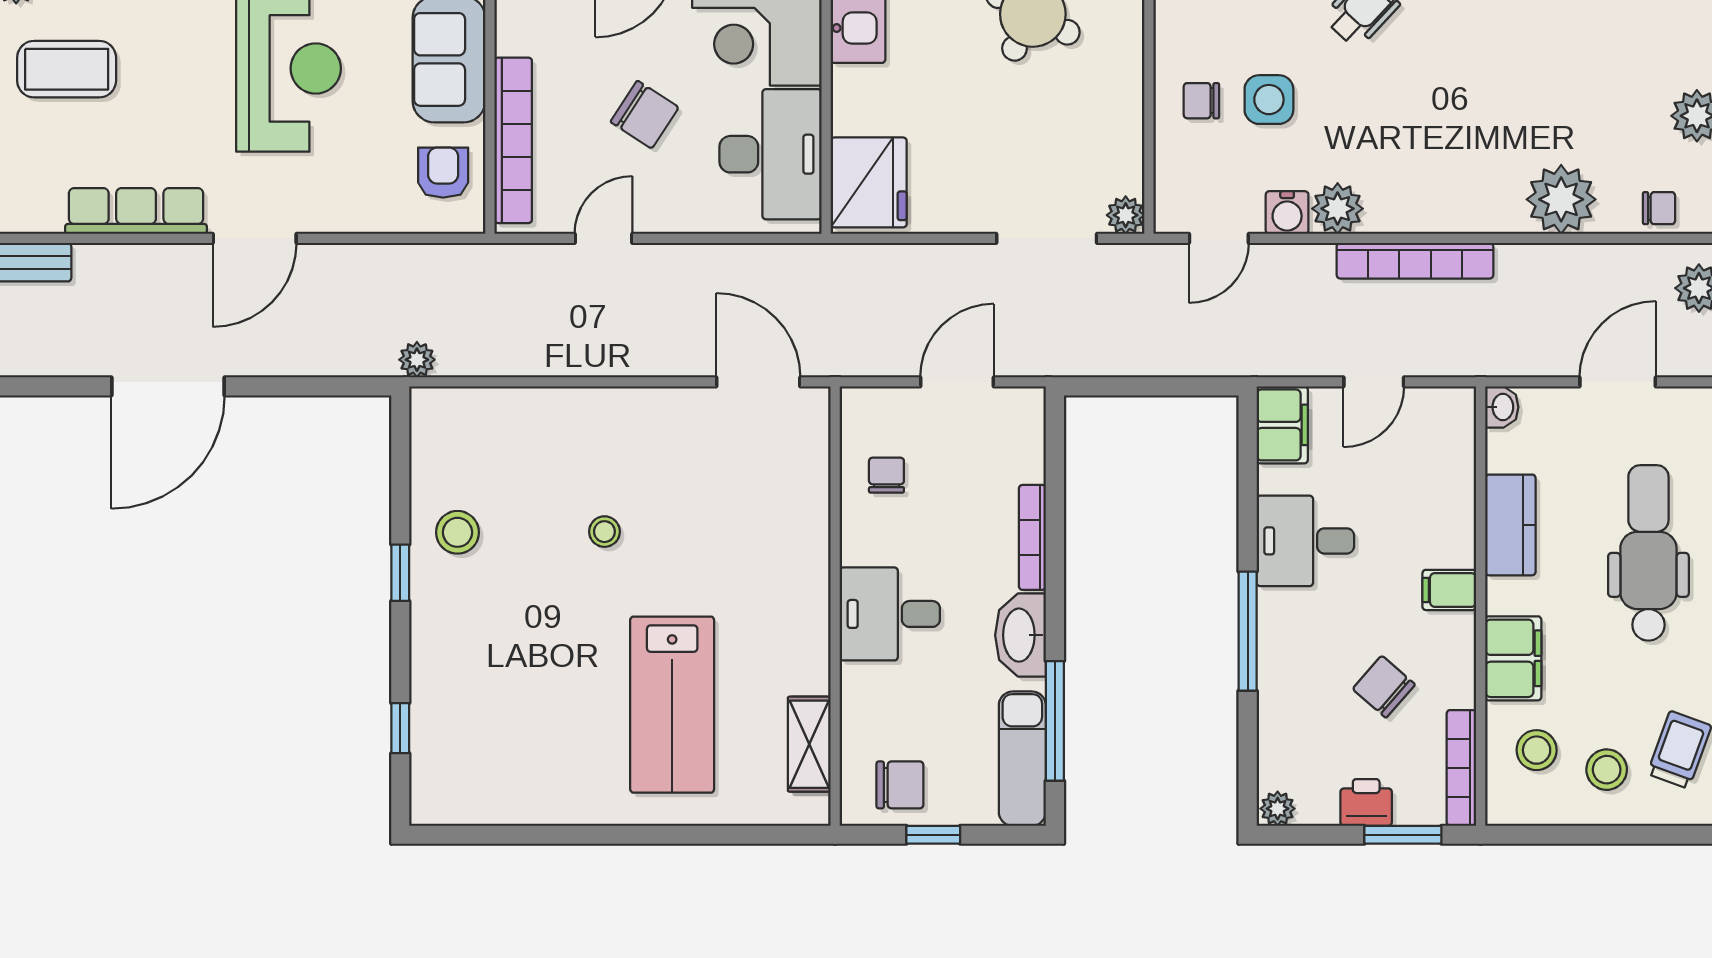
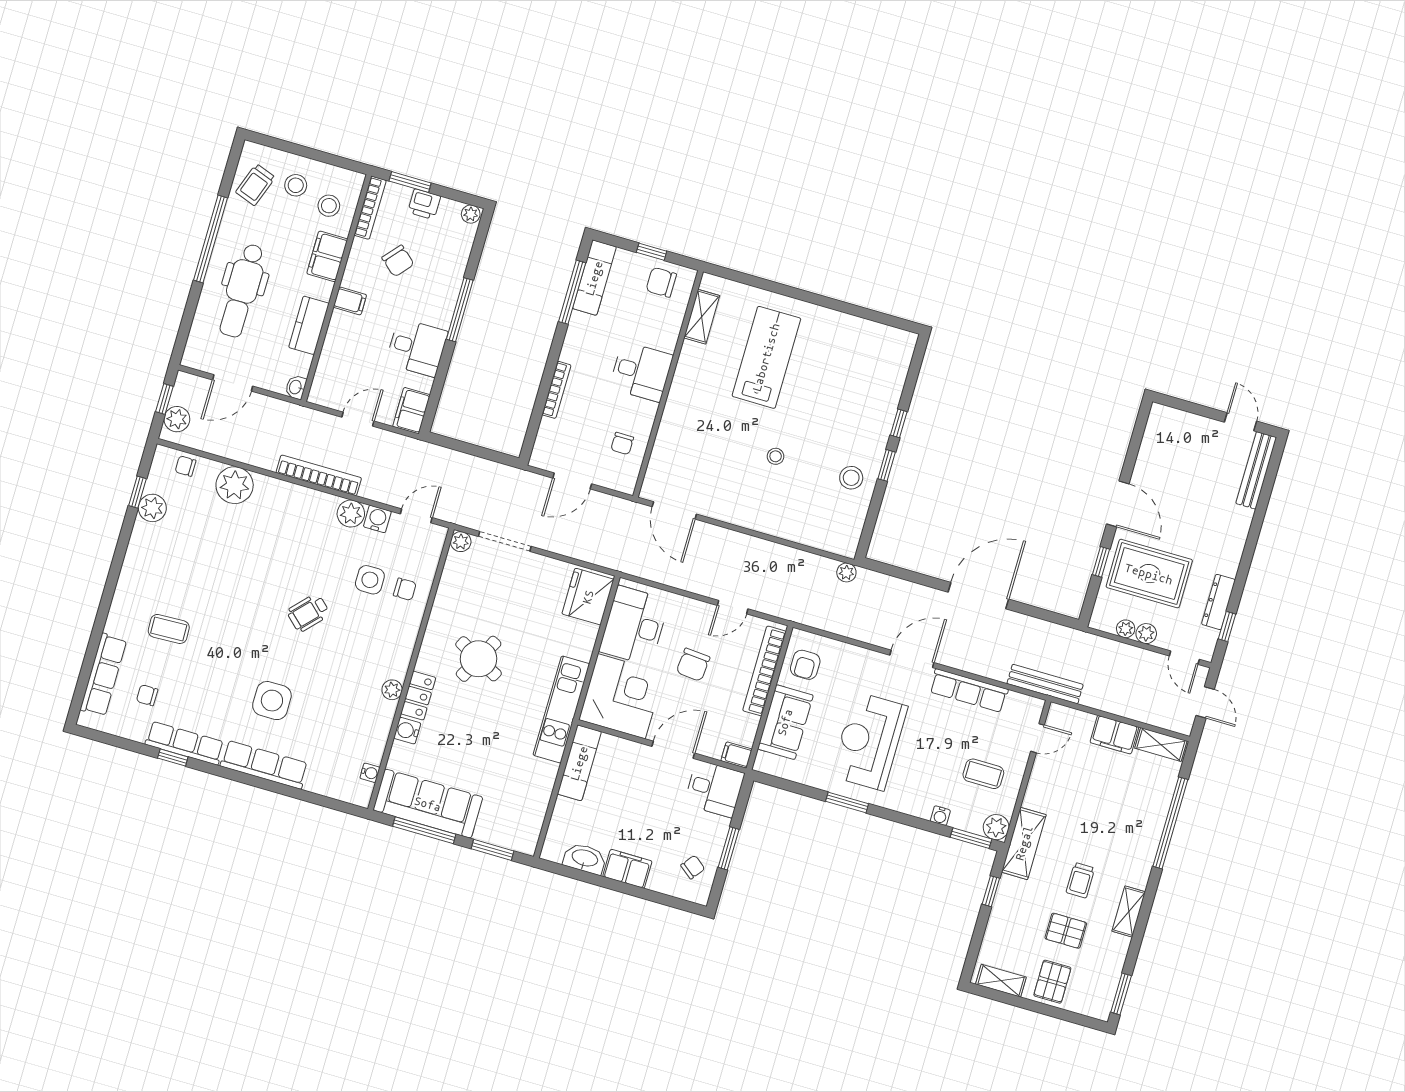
coffee table: (67, 69) -> (983, 774), width x0.73, depth x0.77
chair: (645, 115) -> (693, 665), turned -118
washbasin: (1020, 635) -> (577, 341), removed
window: (400, 728) -> (899, 423), moved

